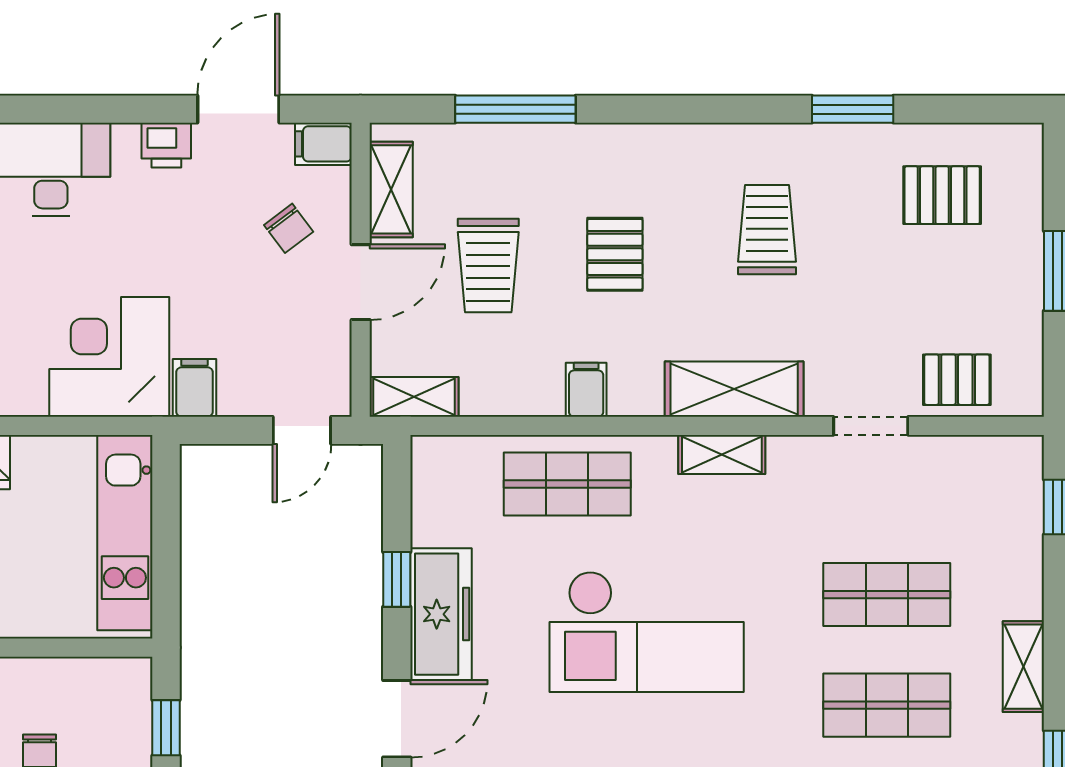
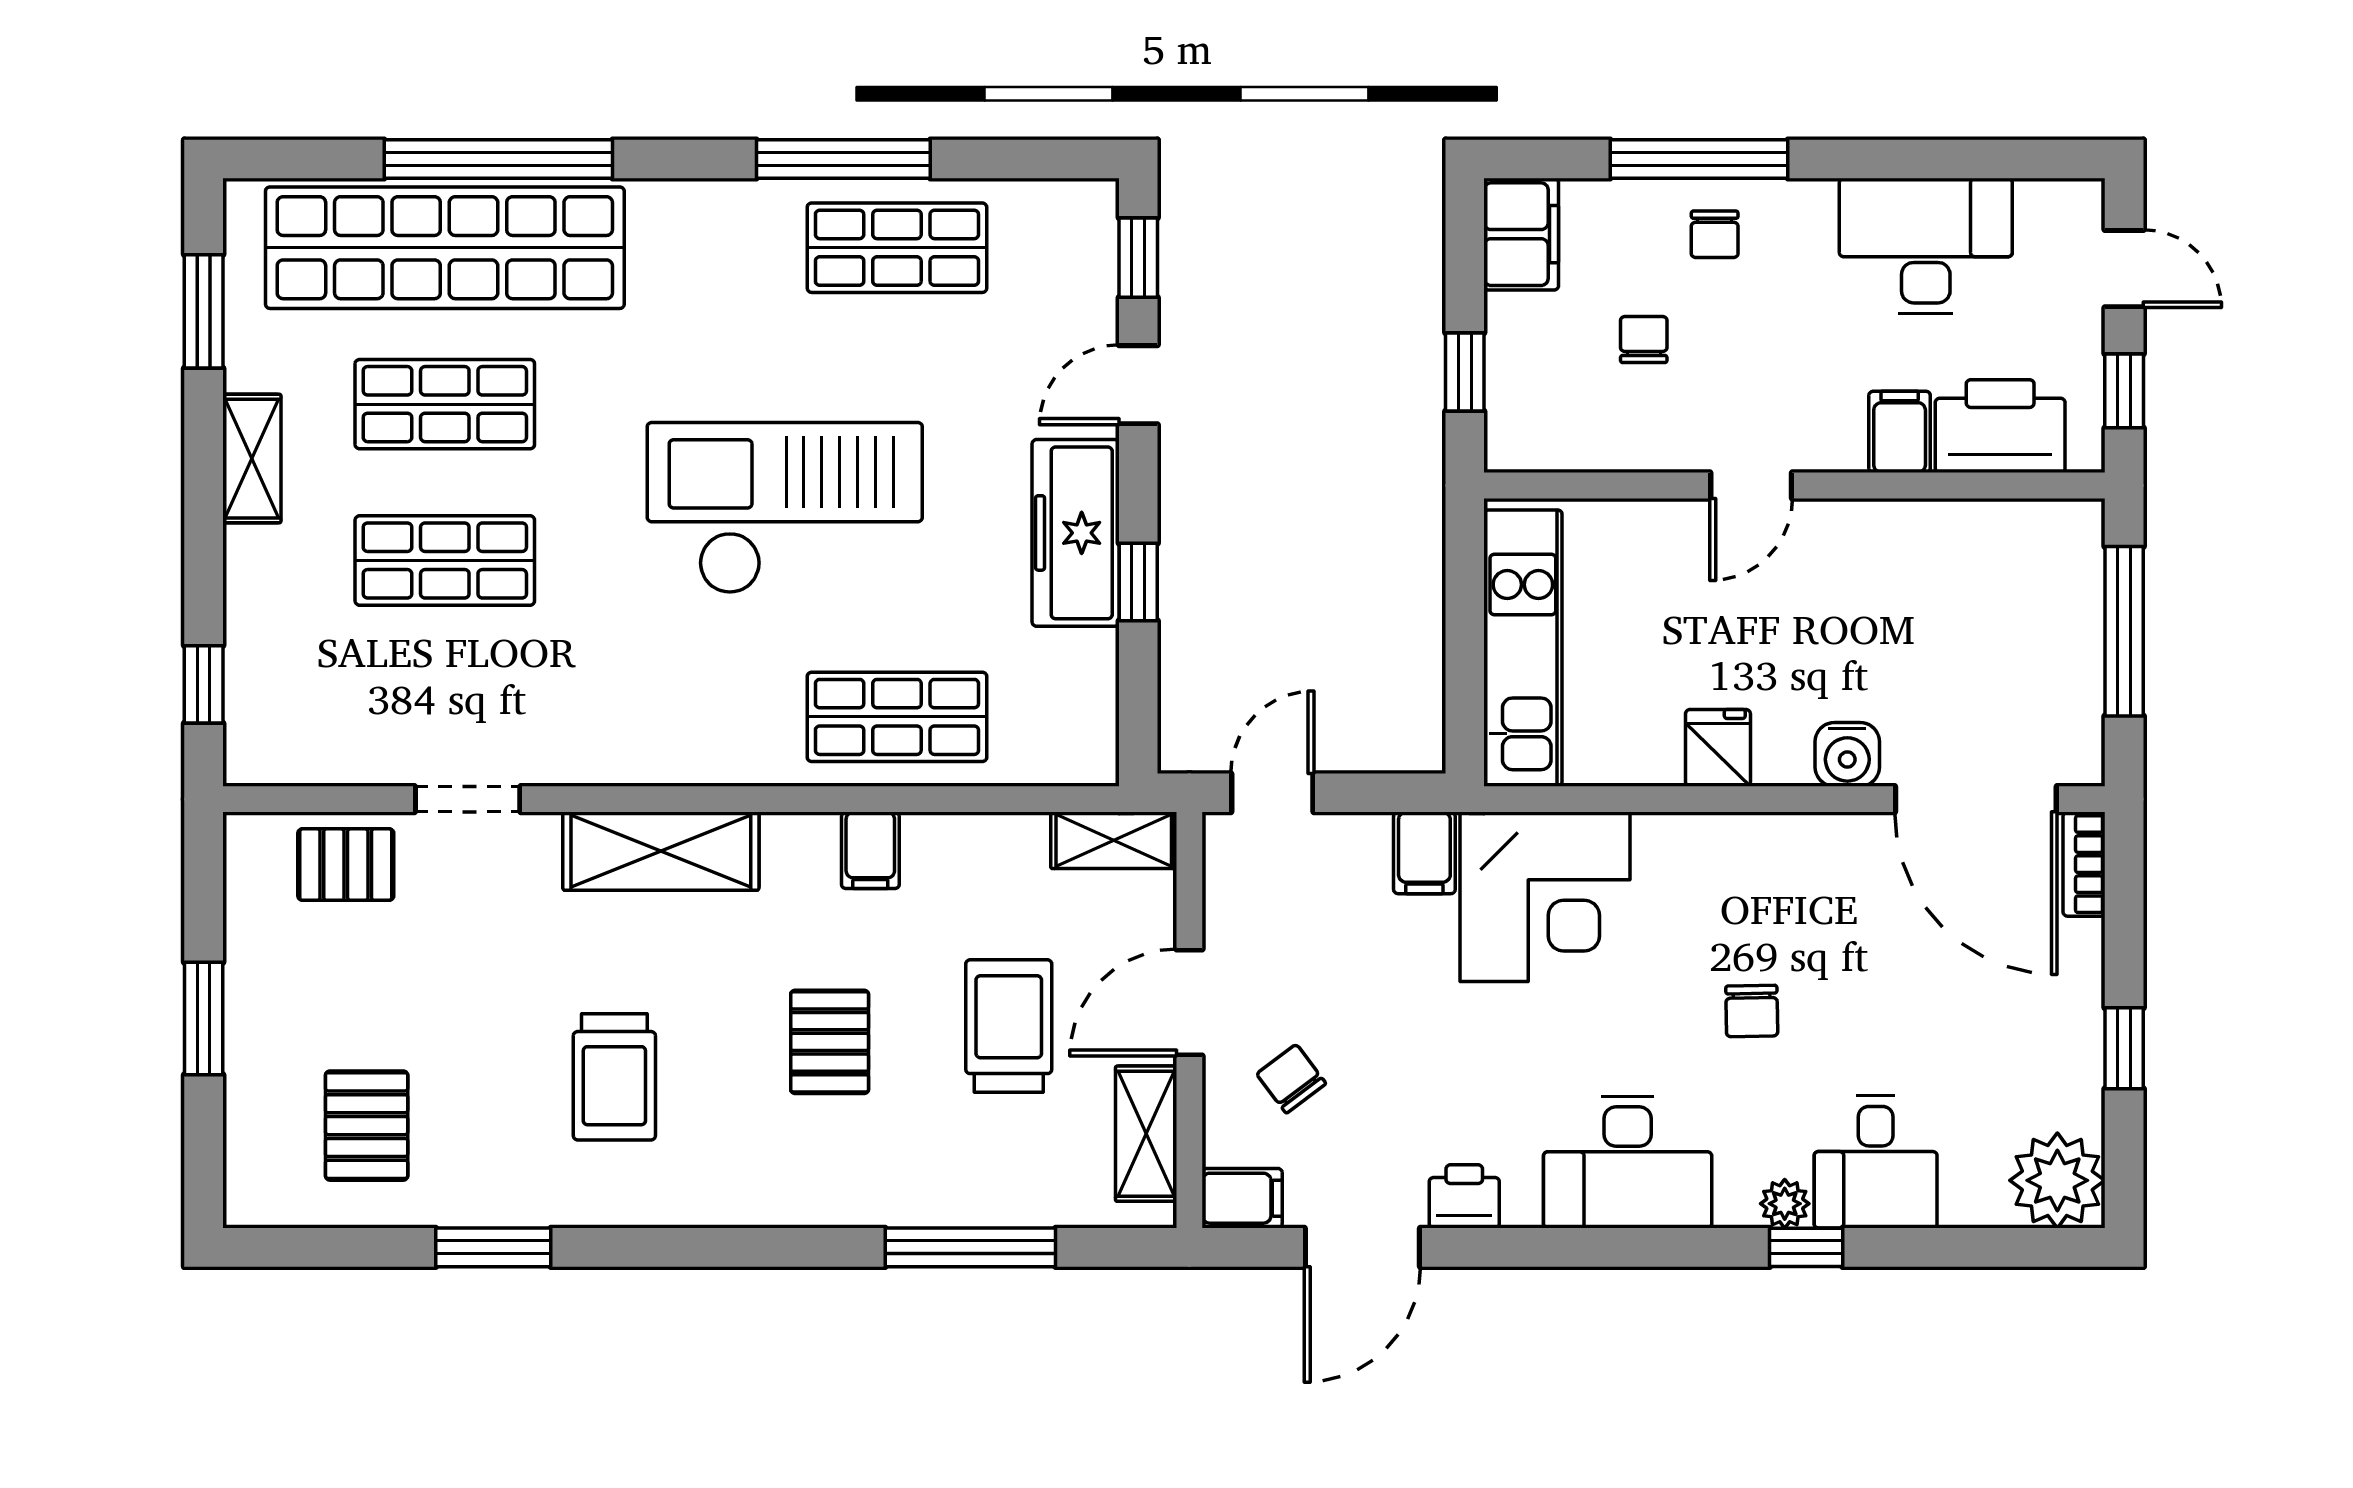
pallet: (942, 195) -> (367, 1126), turned 90
shelving: (722, 454) -> (678, 759), removed
door: (397, 719) -> (1138, 385), width x0.73

